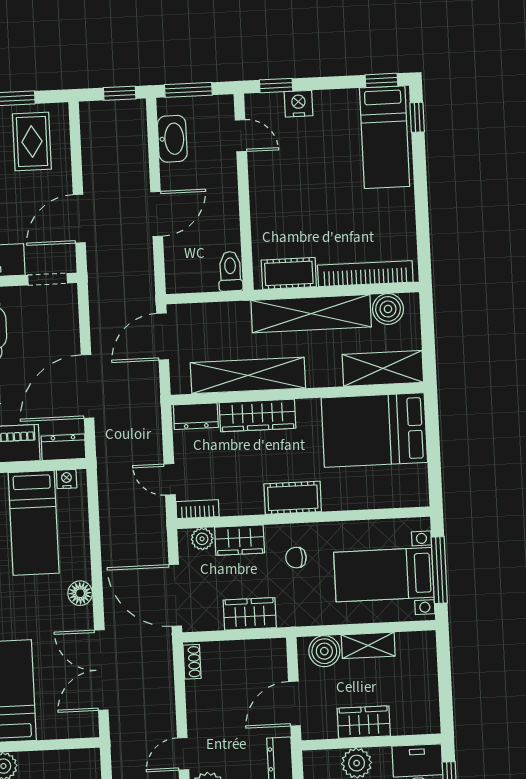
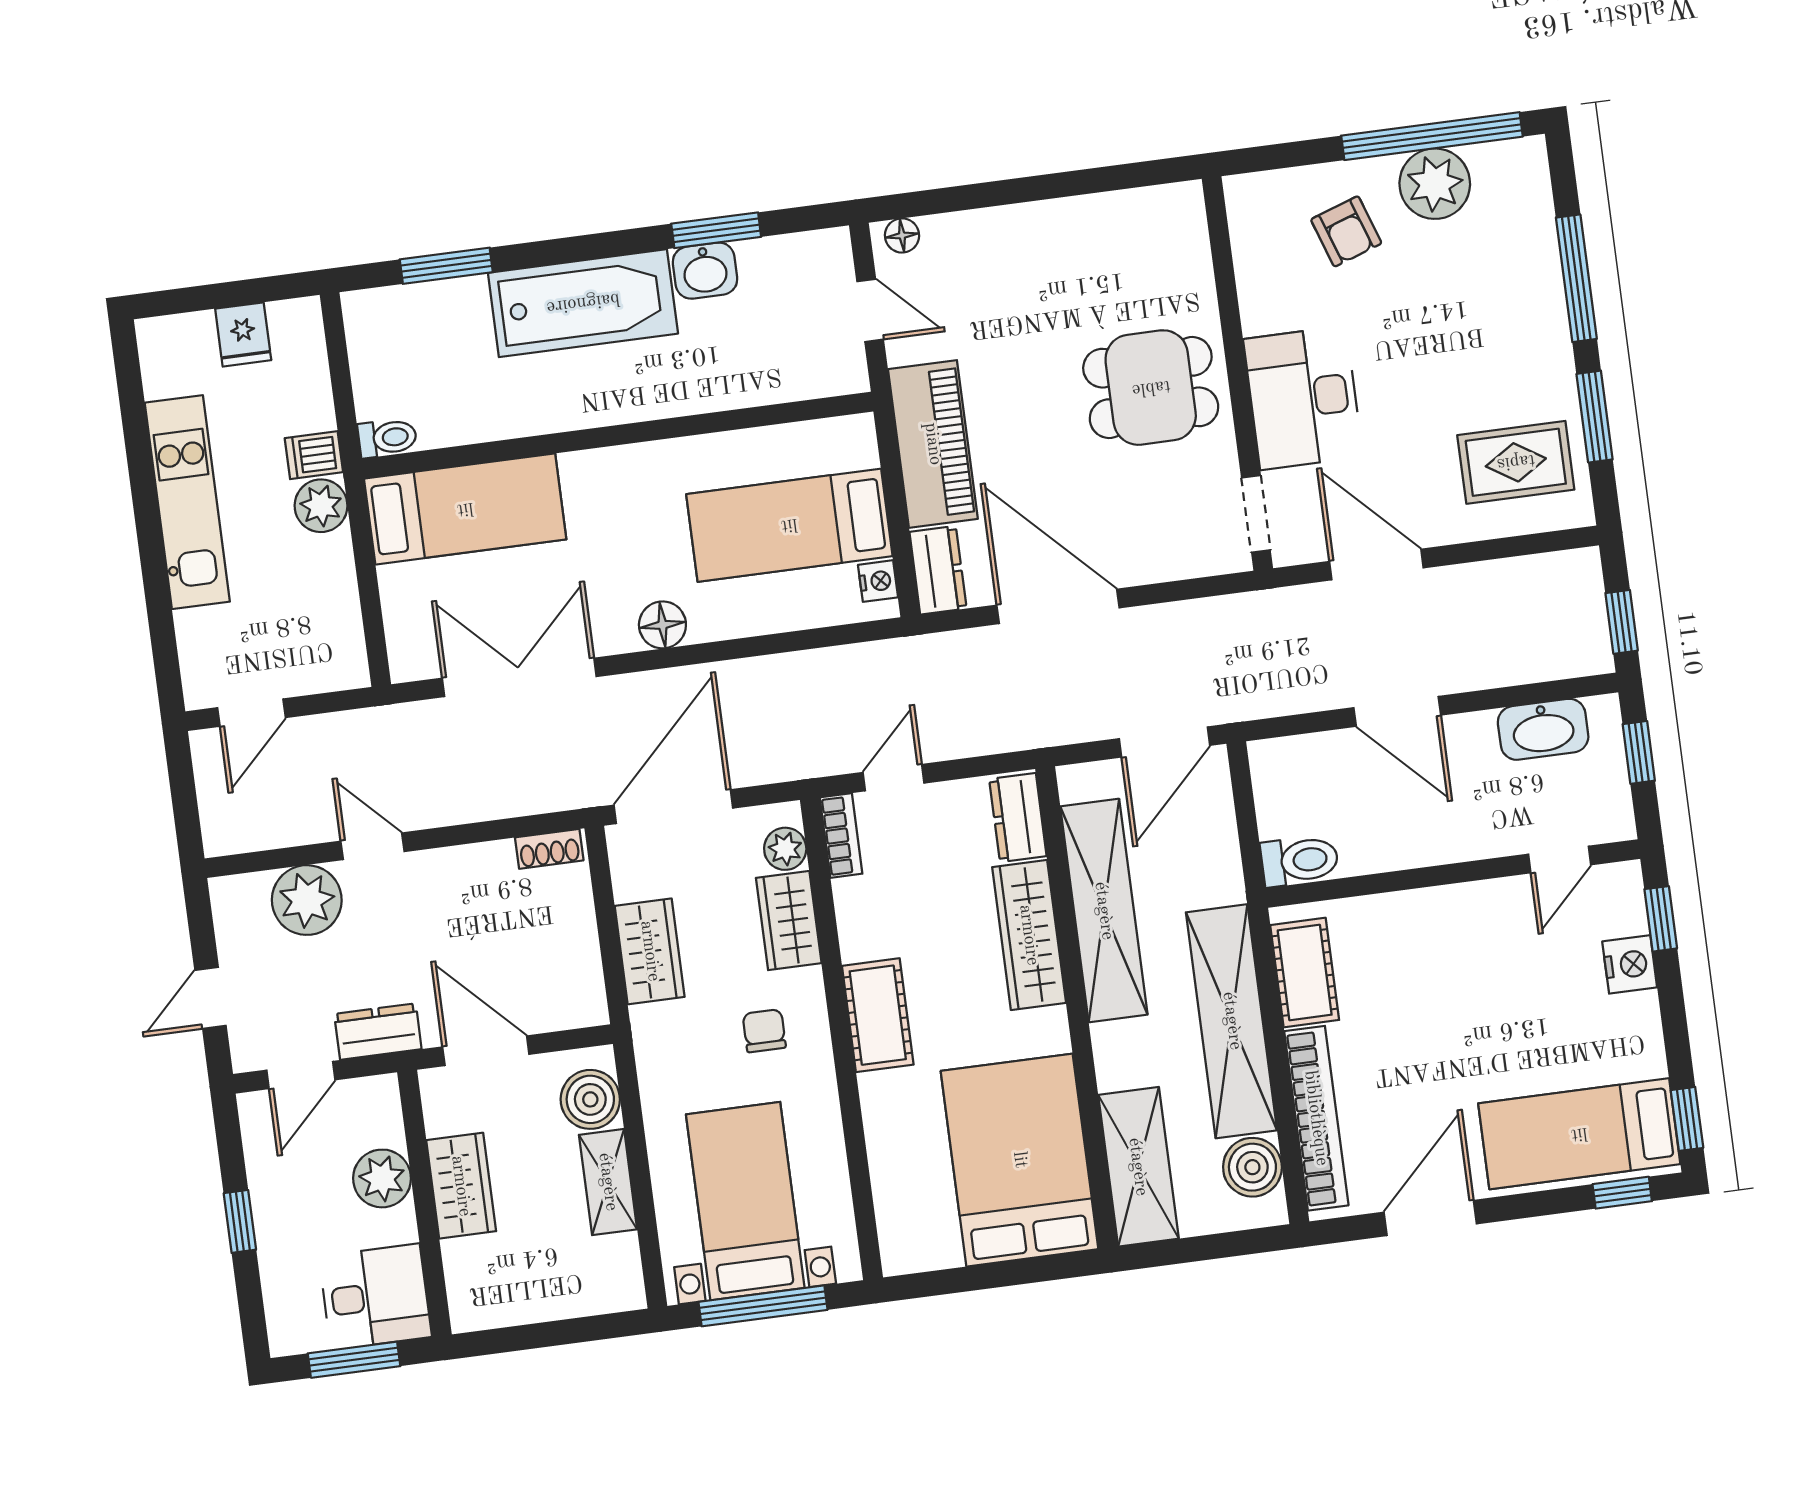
window: (188, 90) -> (1639, 752), width x0.67
door: (422, 218) -> (1430, 1218), added
door: (163, 337) -> (1164, 742), swing flipped

